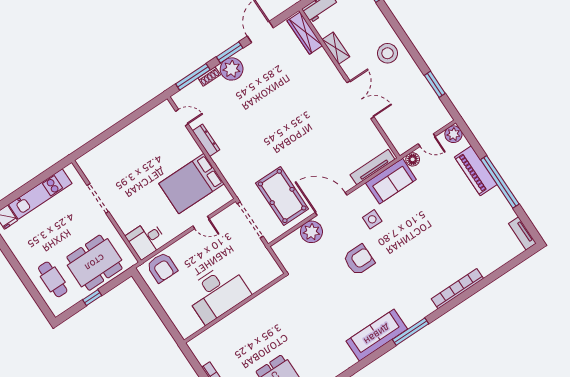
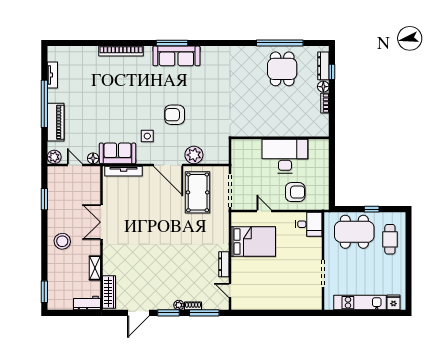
plant: (232, 69) -> (179, 305), width x0.53, depth x0.53
tv unit: (522, 233) -> (52, 75), moved
armchair: (162, 267) -> (295, 192), moved, turned 90
sofa: (377, 335) -> (176, 56), moved

